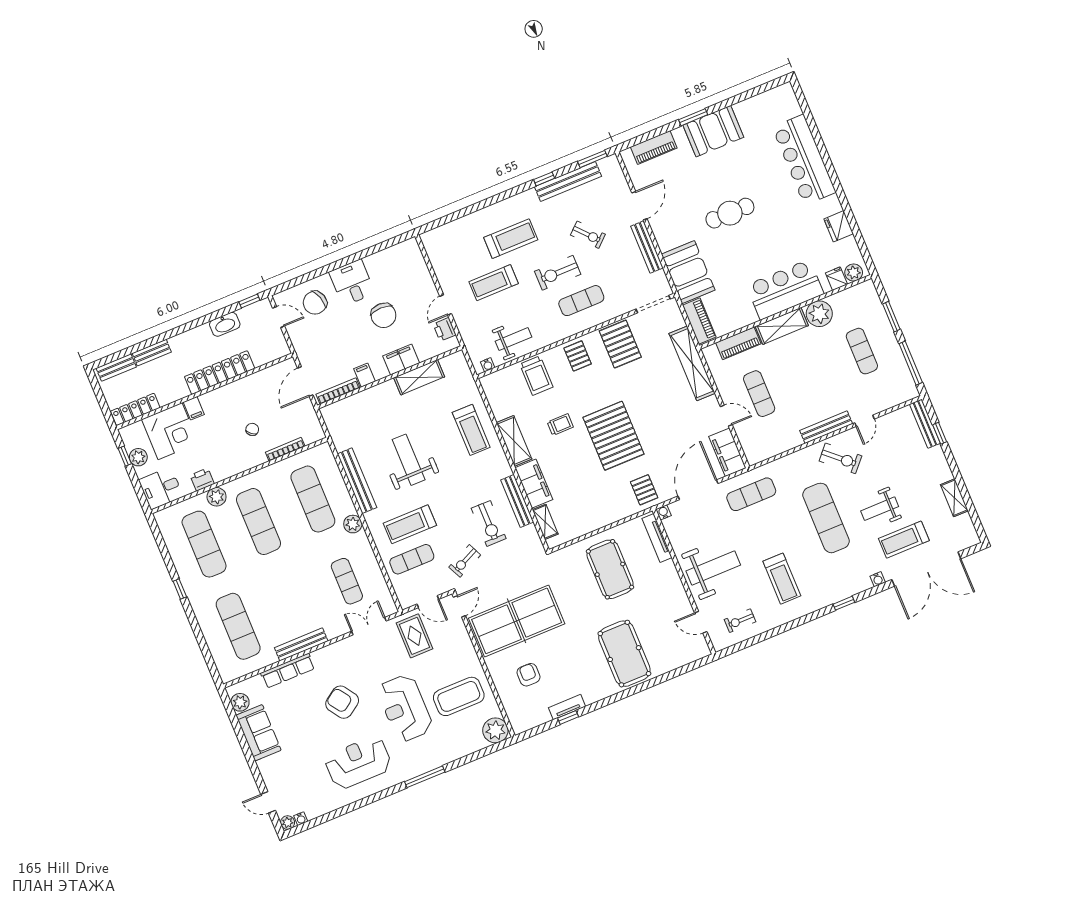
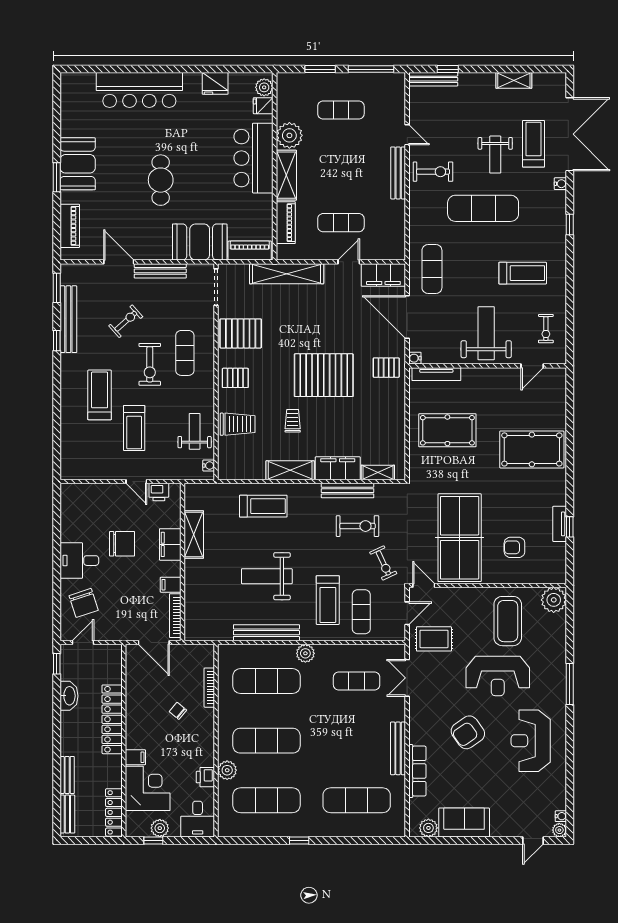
exercise bike: (840, 458) -> (433, 172), turned 48
treadmill: (904, 540) -> (534, 144), turned 180

